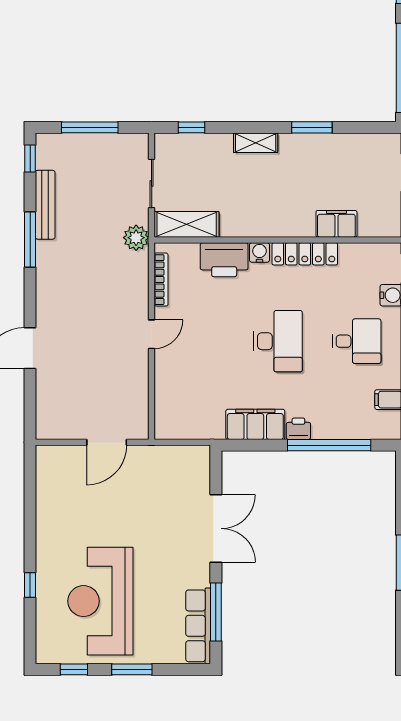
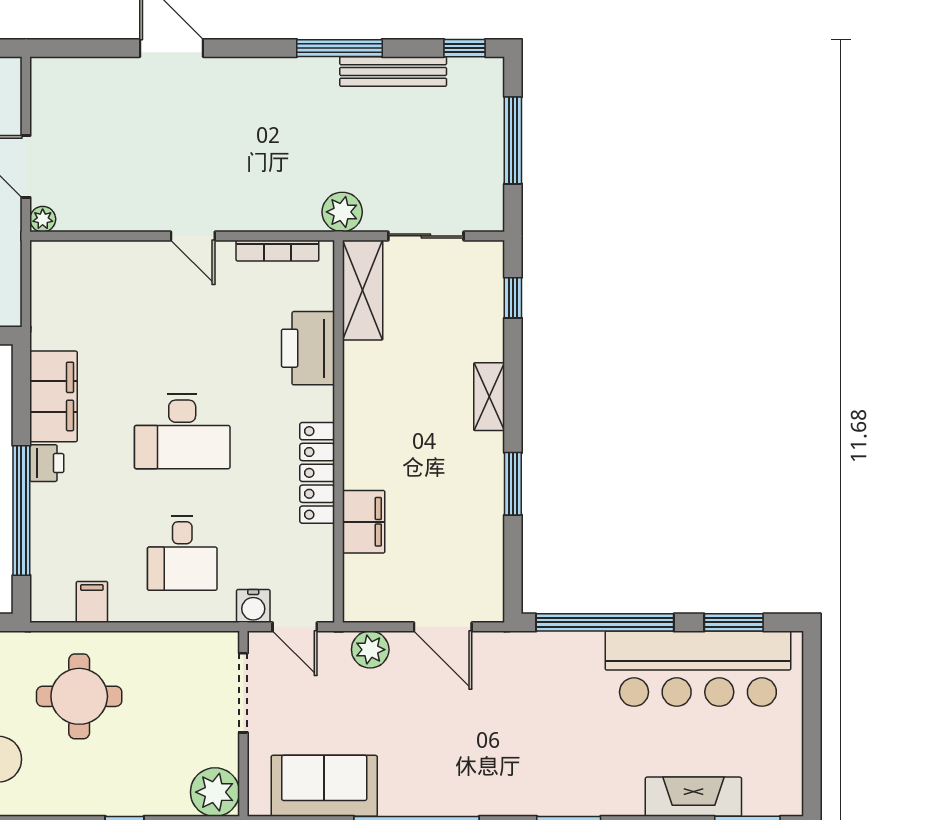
water cooler: (259, 252) -> (319, 403), removed
plant: (141, 431) -> (43, 219), added

